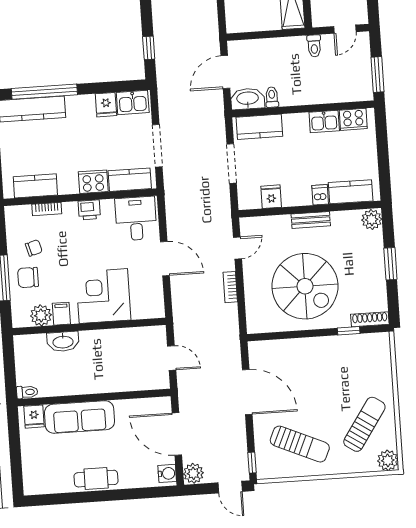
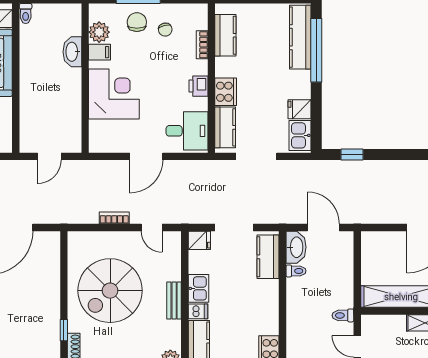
kitchen sink: (324, 122) -> (198, 288), moved, turned 180
fridge: (271, 197) -> (199, 240), moved

